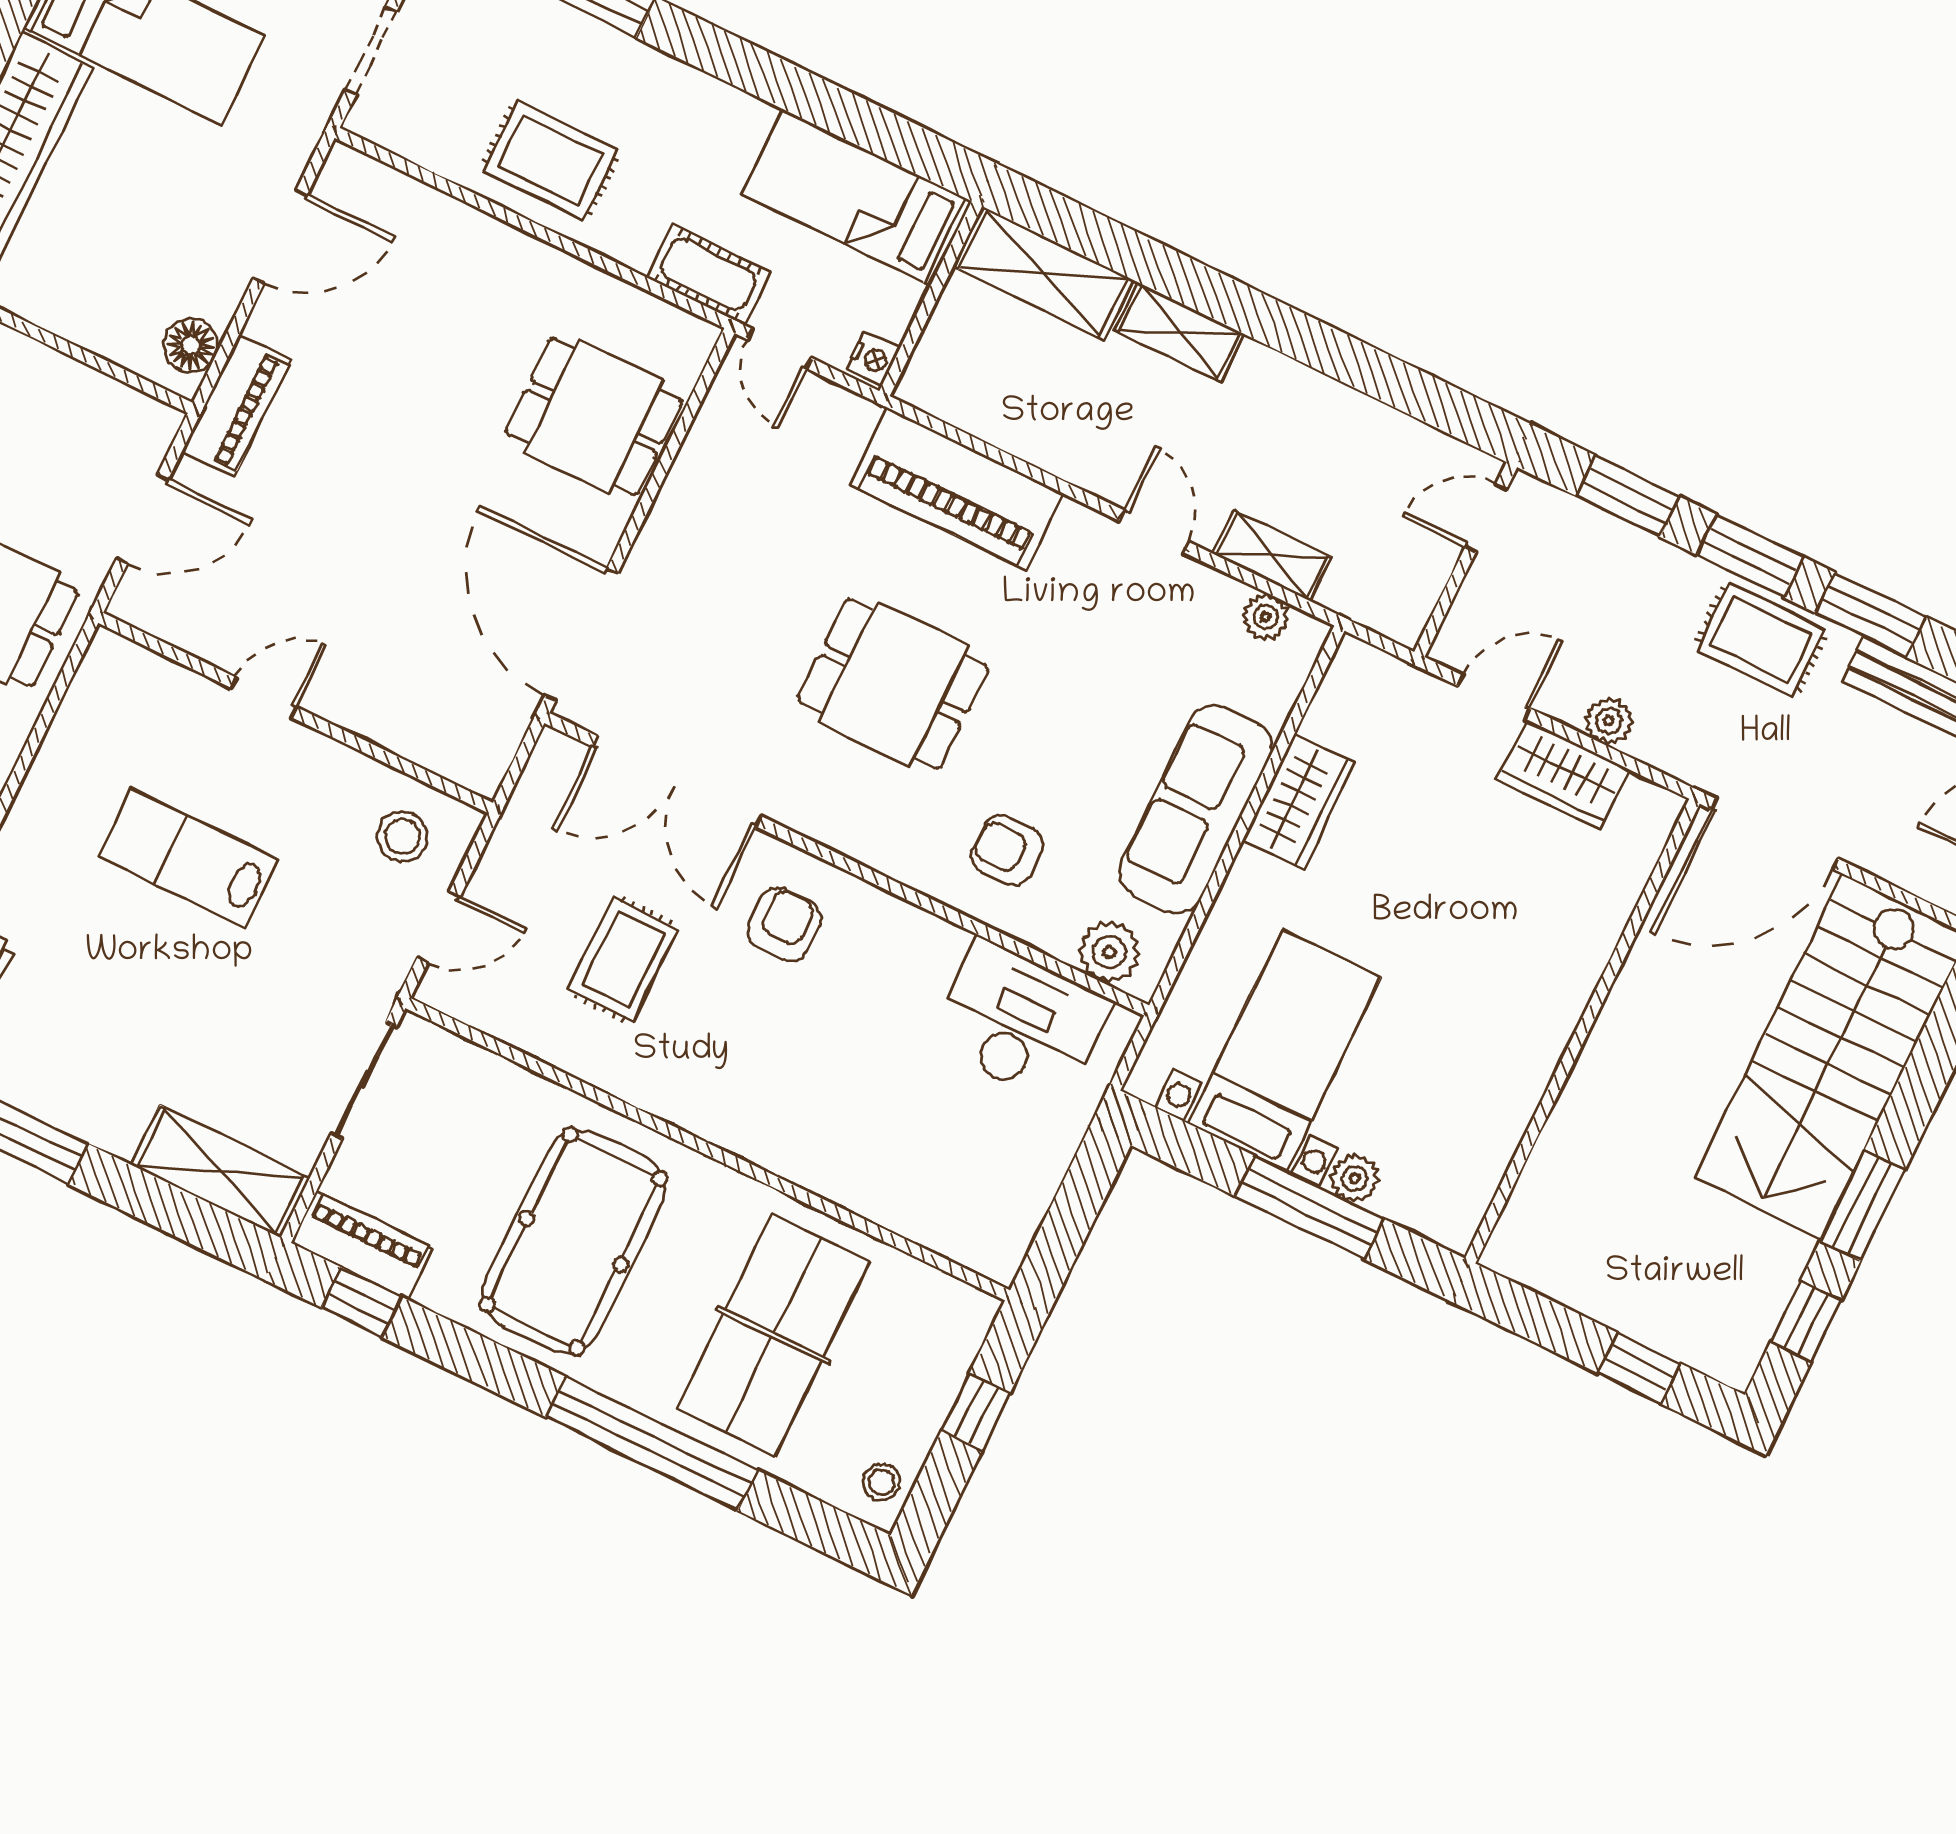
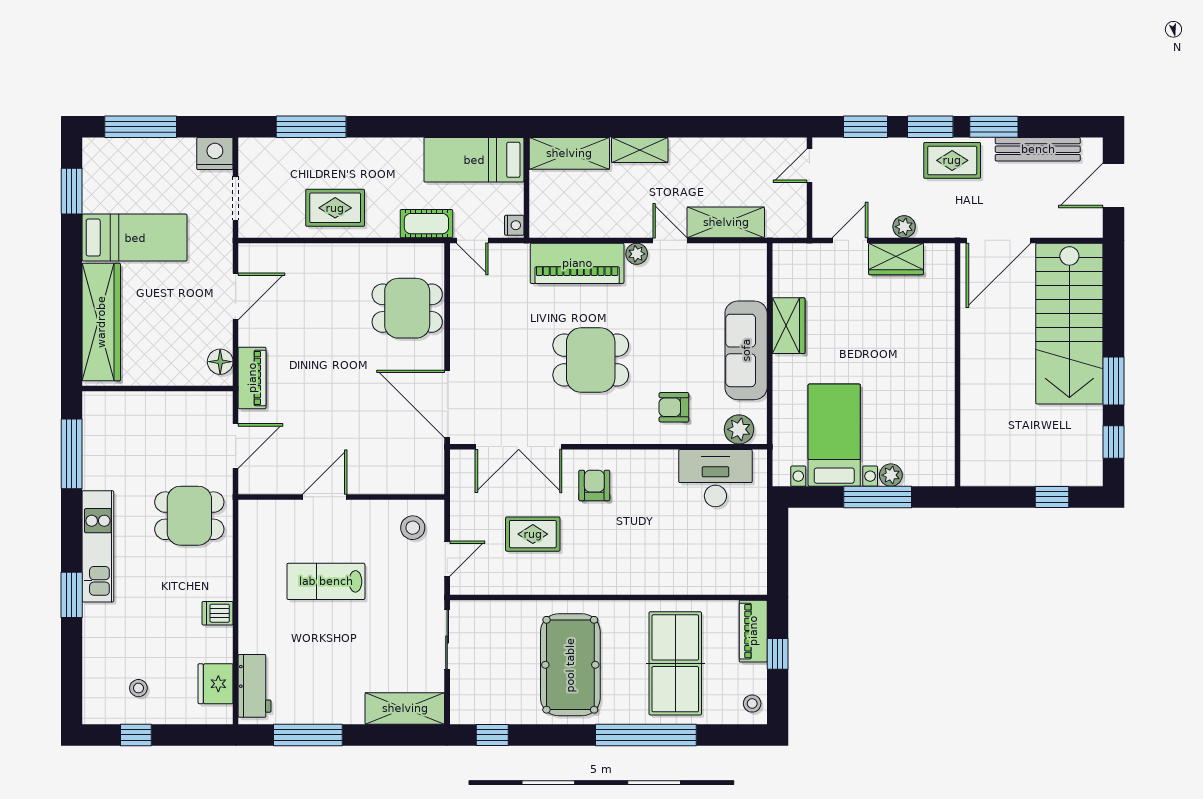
shelving: (1272, 556) -> (726, 222), width x1.50, depth x1.33
plant: (1266, 617) -> (637, 254), moved
door: (264, 698) -> (325, 497), width x1.38
rug: (623, 960) -> (533, 534), turned 90
piano: (362, 1245) -> (753, 631), moved, turned -90

